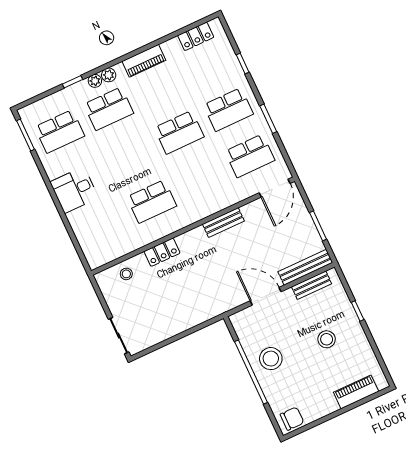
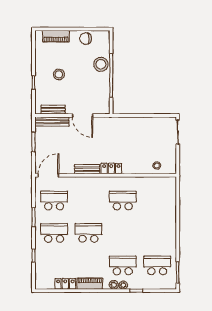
locker: (196, 36) -> (65, 284), moved
desk: (74, 190) -> (164, 228), removed
locker: (162, 252) -> (111, 169), moved
stool: (271, 359) -> (101, 64), moved
chair: (292, 419) -> (86, 39), moved

